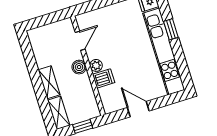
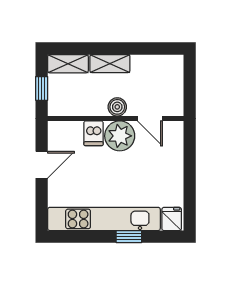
plant: (96, 65) -> (120, 136), width x1.87, depth x1.87

